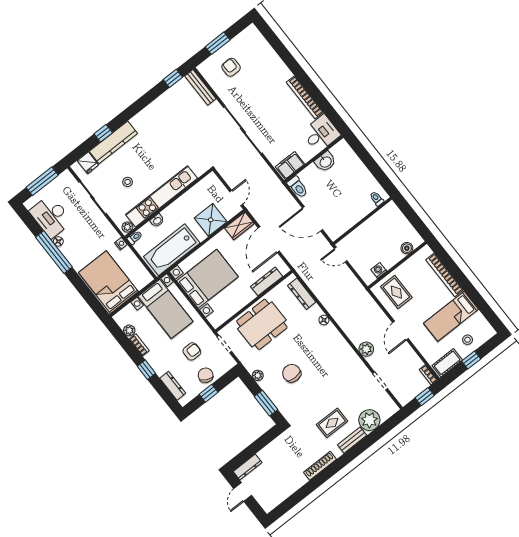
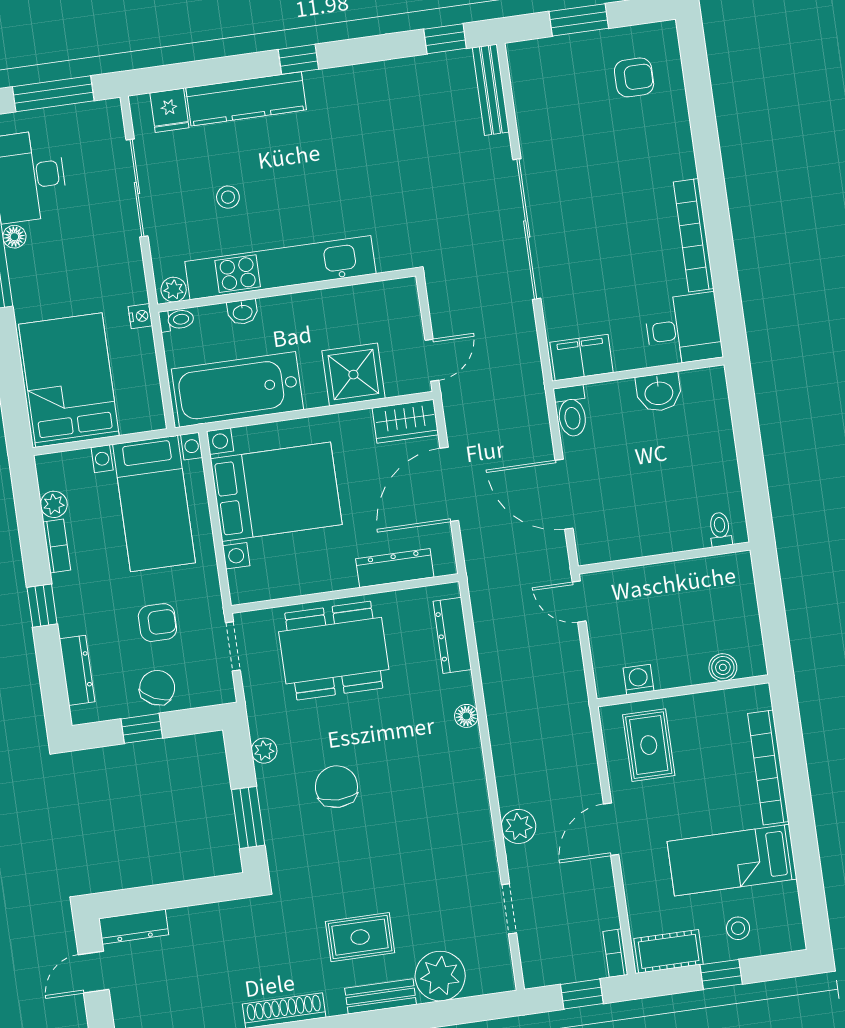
armchair: (231, 67) -> (634, 77), moved, turned 90
window: (103, 133) -> (298, 59), moved

